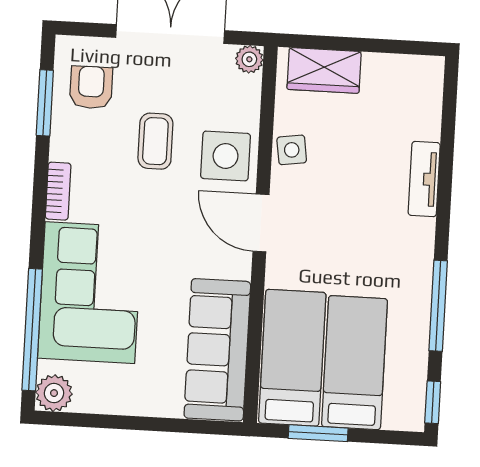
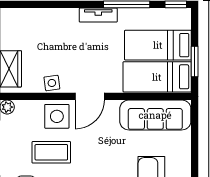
coffee table: (155, 141) -> (51, 152), width x1.36, depth x1.30
tv unit: (424, 179) -> (98, 15), moved

